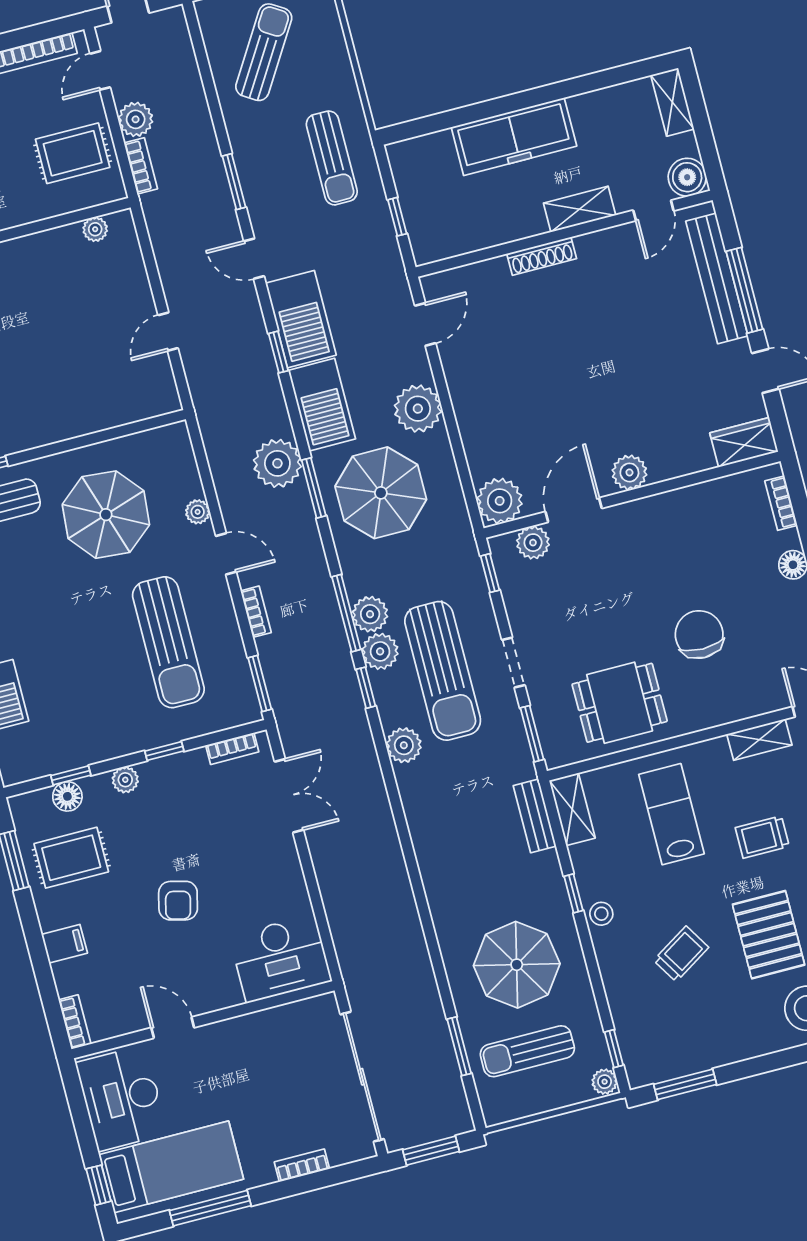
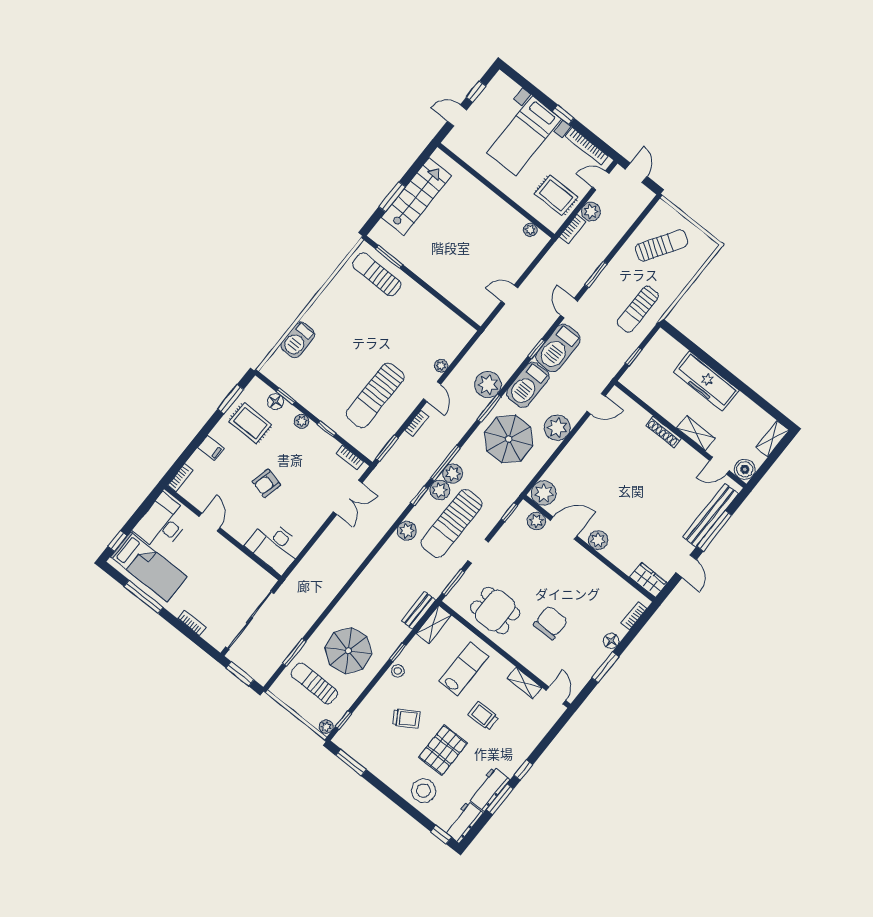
parasol: (106, 515) -> (410, 327), removed

